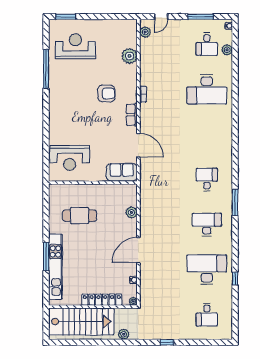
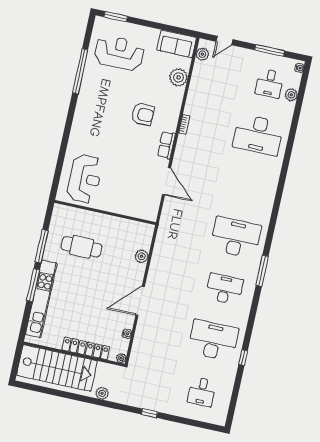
reception desk: (70, 158) -> (85, 179), turned -90
sofa: (122, 172) -> (177, 44), moved, turned 180
desk: (207, 179) -> (236, 238), width x1.87, depth x1.30
window: (46, 222) -> (42, 246), added

